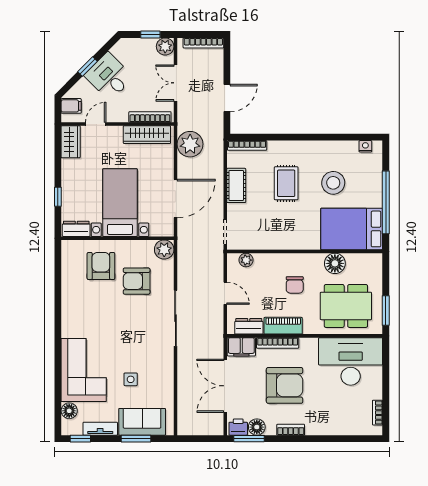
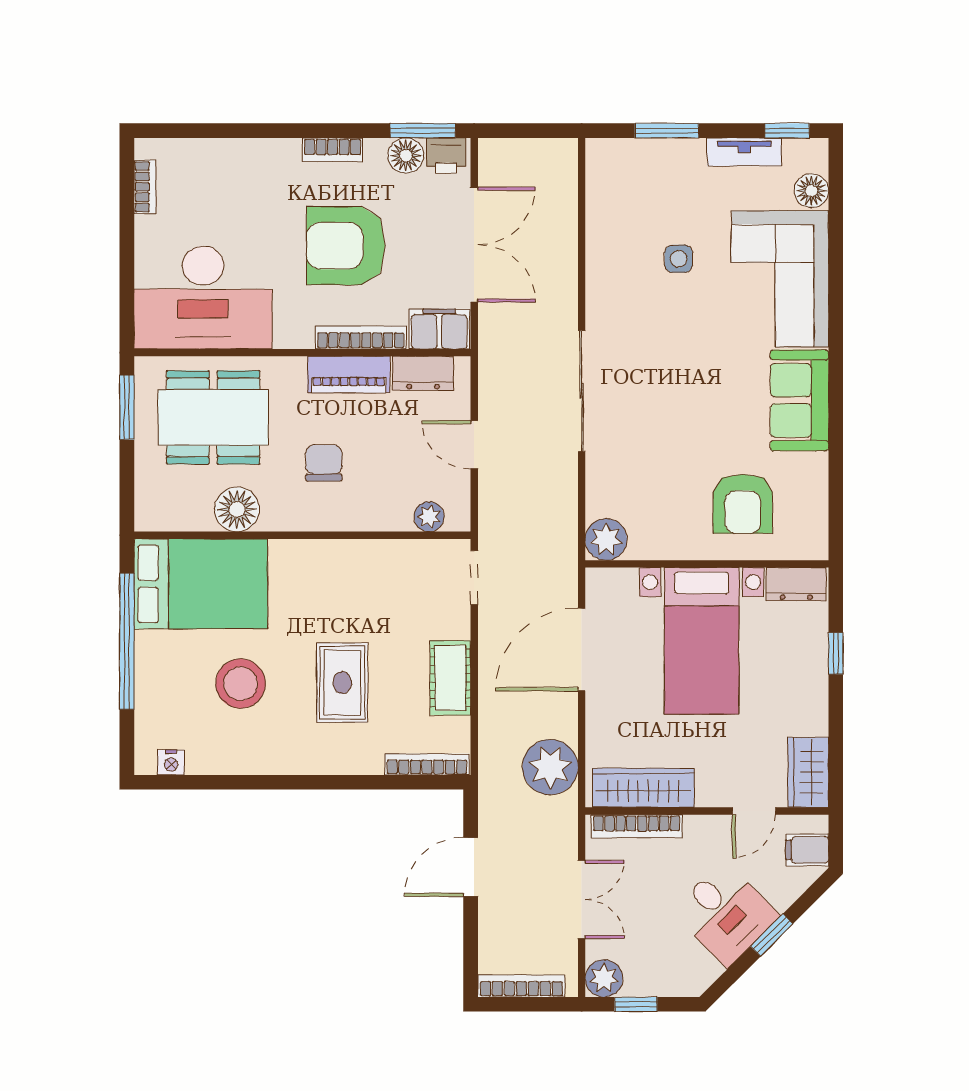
armchair: (137, 281) -> (666, 471), removed
sofa: (142, 422) -> (799, 400), moved, turned 90

